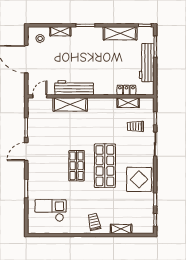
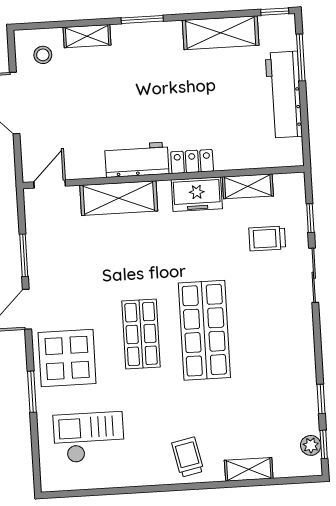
workbench: (74, 88) -> (137, 160), width x0.73
locker: (126, 90) -> (192, 162), moved
freezer: (105, 105) -> (197, 194), added
display table: (139, 179) -> (67, 358), moved
plant: (149, 220) -> (311, 445), added

